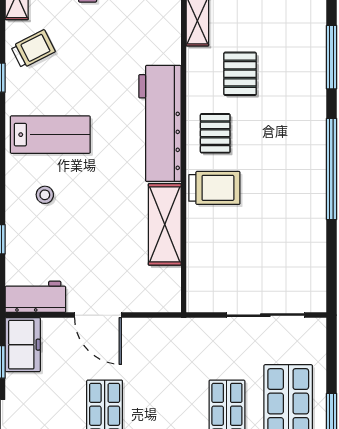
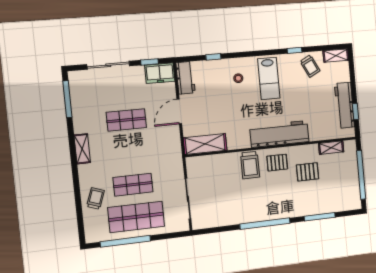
shelving: (165, 224) -> (205, 144), moved

